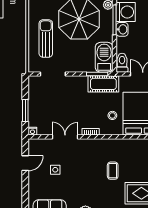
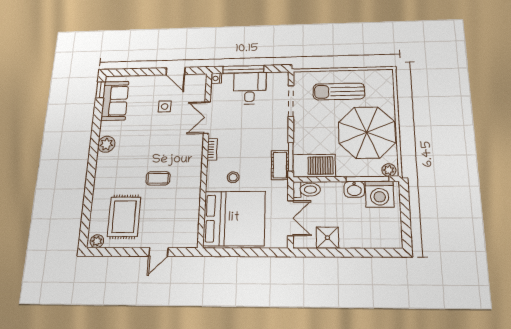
sun lounger: (46, 38) -> (339, 91), turned 180
cot: (103, 84) -> (280, 165), width x0.73, depth x0.75
desk: (41, 105) -> (250, 88), added
window: (25, 110) -> (243, 69), width x1.44
double door: (65, 137) -> (207, 118), swing flipped

